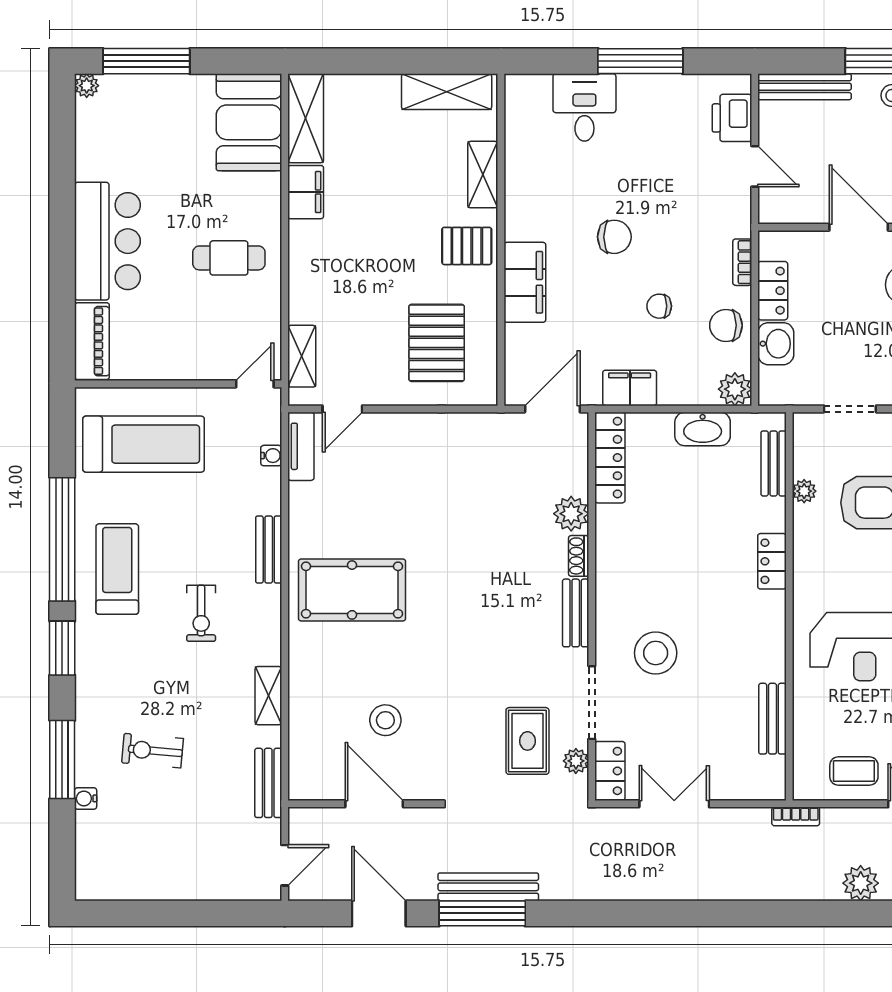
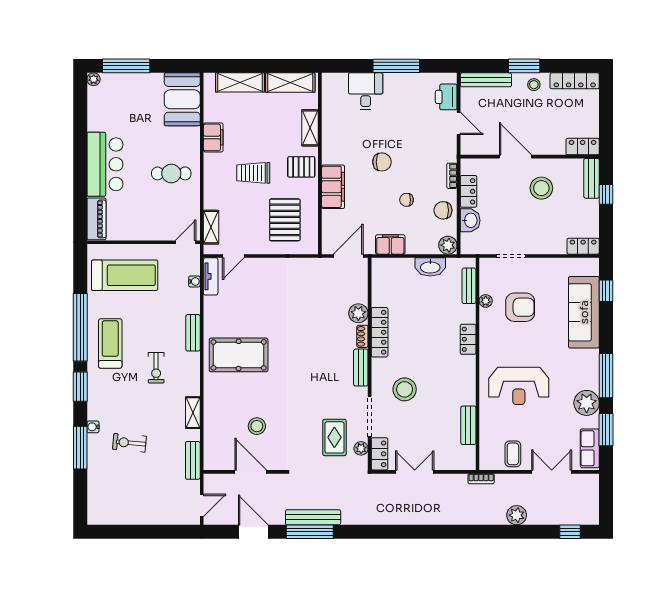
shelving: (306, 118) -> (240, 82), moved, turned 90
trolley: (379, 257) -> (253, 173), added
locker: (610, 458) -> (380, 332), moved
coffee table: (854, 771) -> (513, 454), turned 90
water cooler: (86, 798) -> (93, 427), moved

